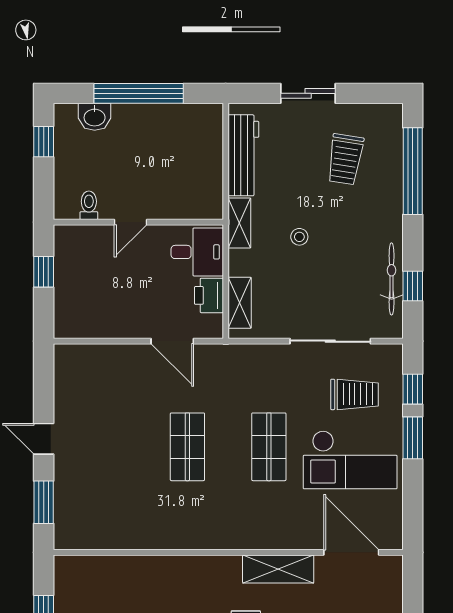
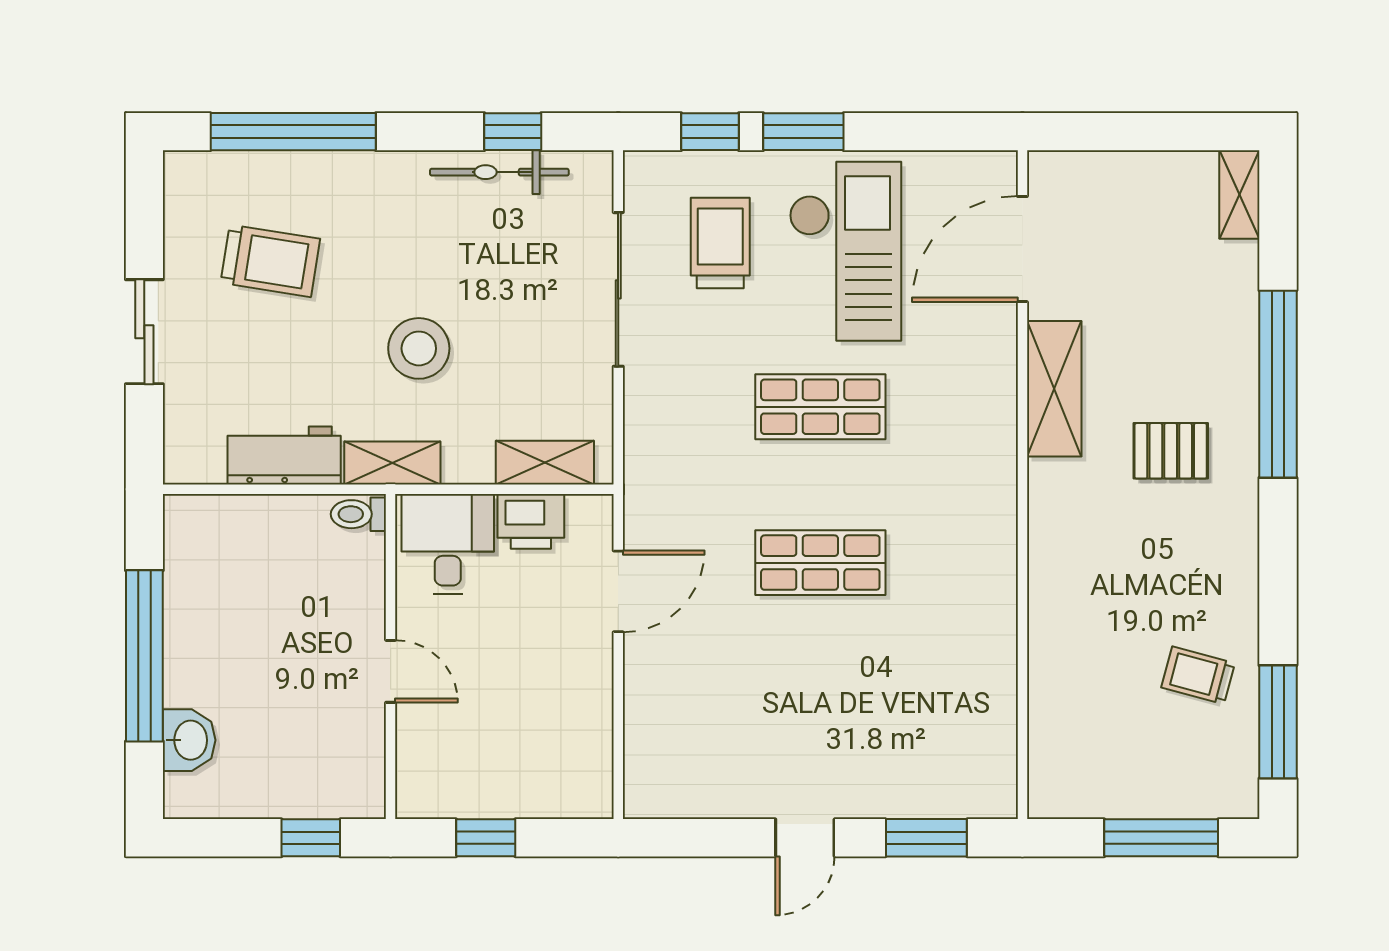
window: (44, 142) -> (311, 838), moved
workbench: (243, 155) -> (284, 455), width x0.73
toilet: (89, 205) -> (358, 514), moved
stool: (299, 237) -> (419, 348), width x1.89, depth x1.89

